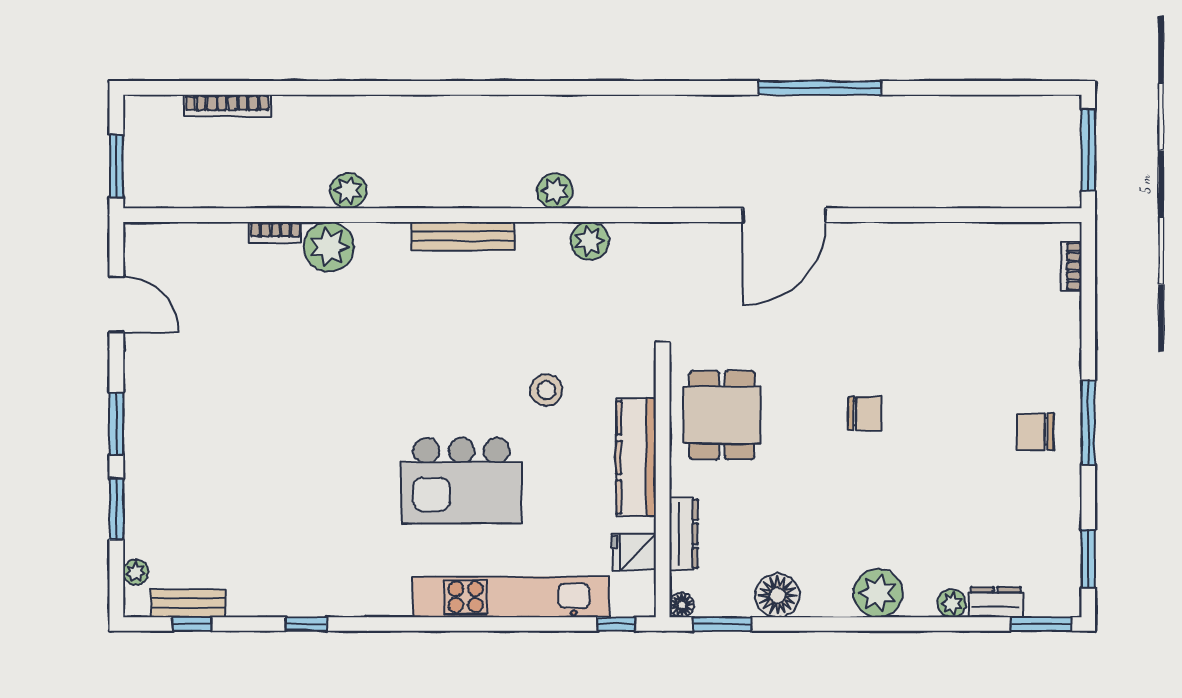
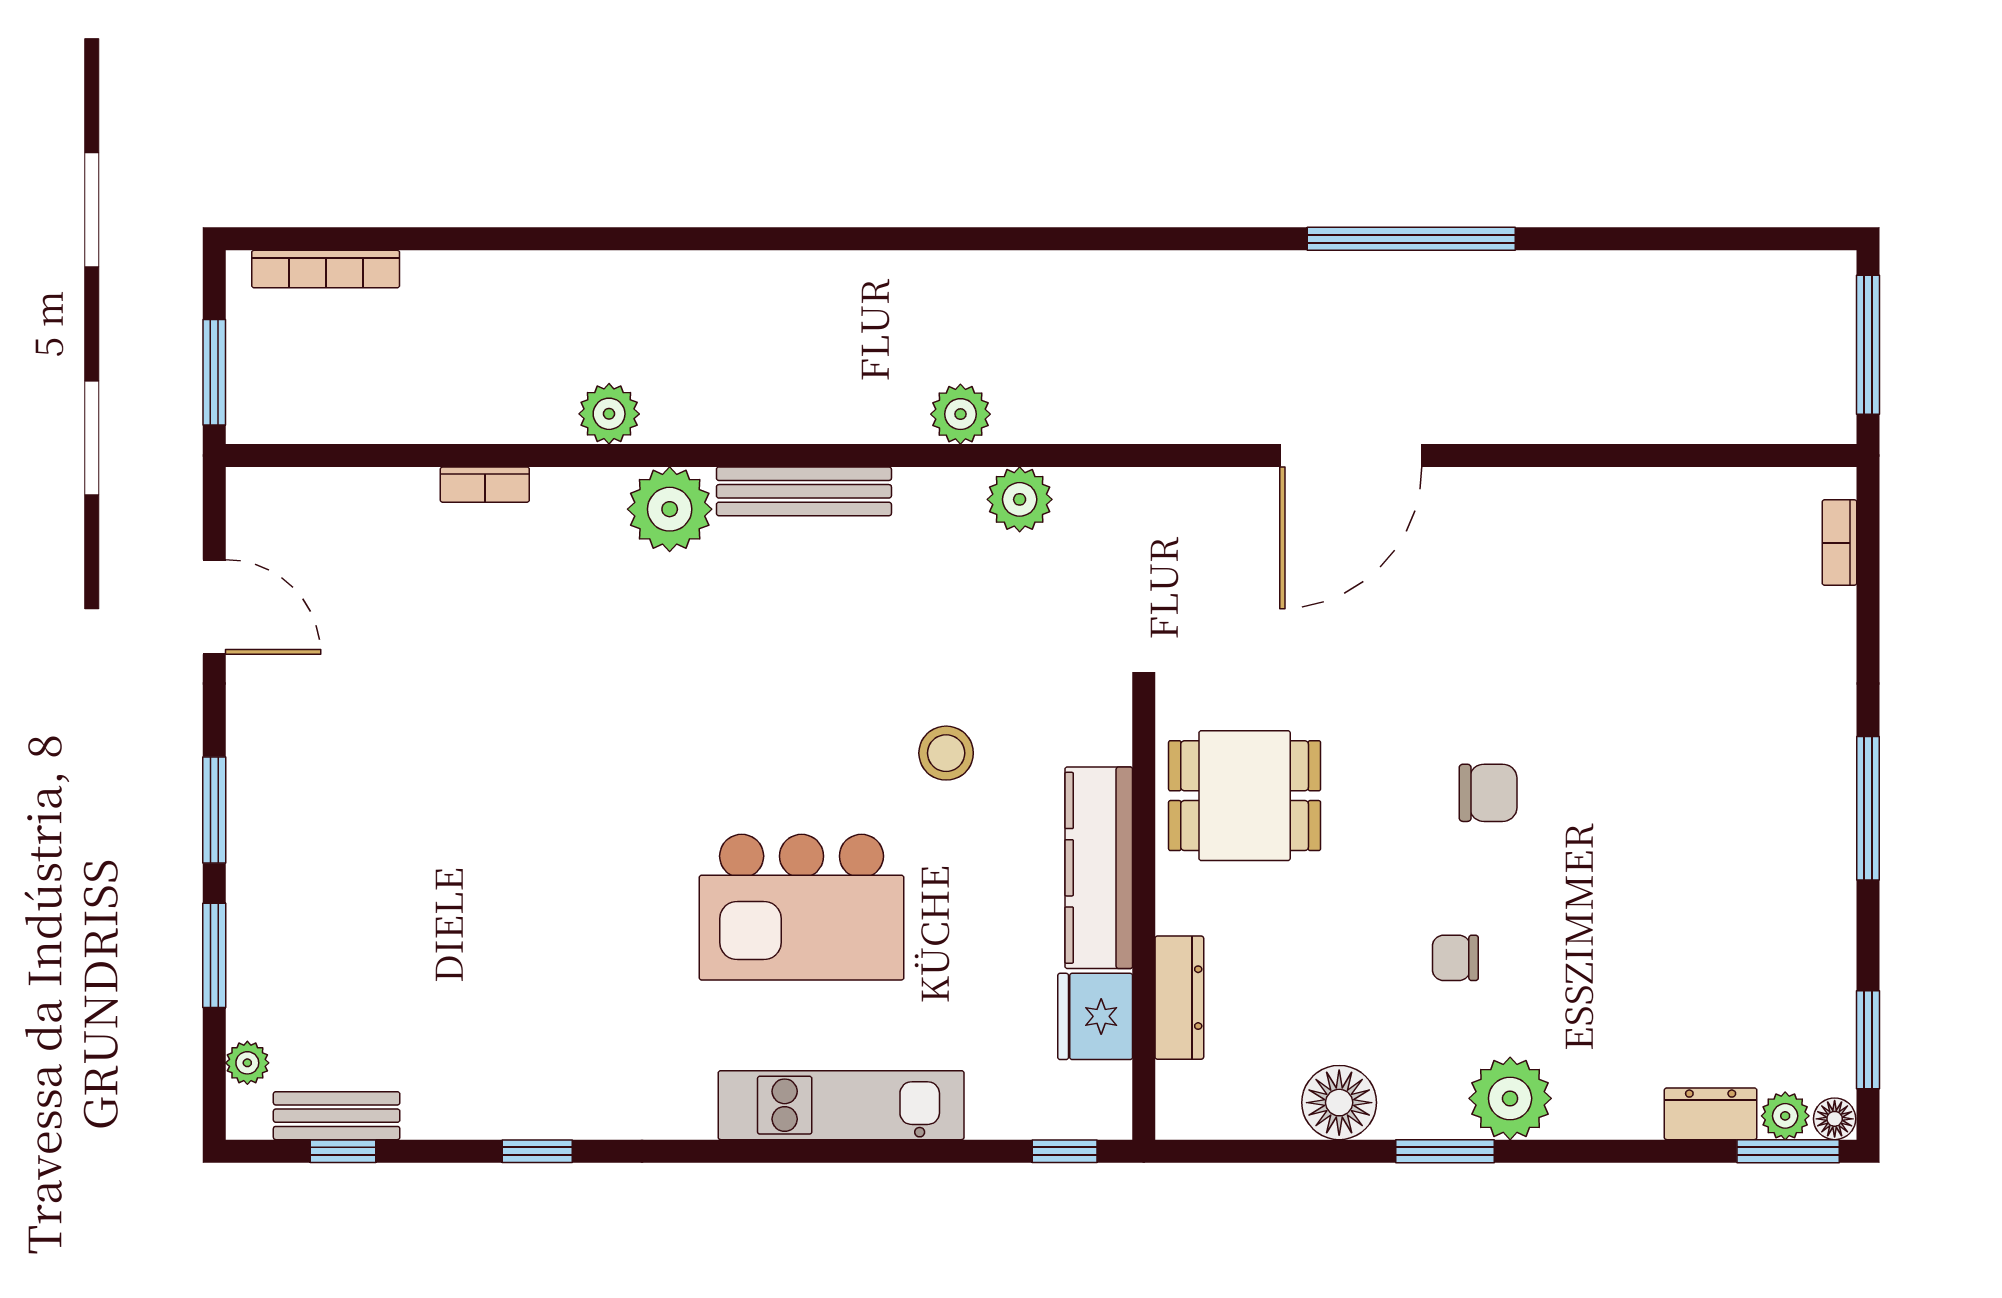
bookcase: (227, 106) -> (326, 269), moved
plant: (329, 247) -> (670, 509), moved
dining table: (722, 415) -> (1245, 796), turned 90
chair: (1035, 432) -> (1455, 958), moved, width x0.73, depth x0.73
fridge: (634, 552) -> (1095, 1016), width x1.38
kitchen unit: (511, 597) -> (841, 1105), width x0.73
plant: (952, 603) -> (1785, 1116), moved
floor lamp: (682, 605) -> (1835, 1119), moved
window: (722, 624) -> (1445, 1151), moved

